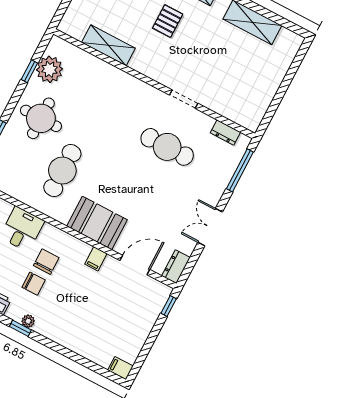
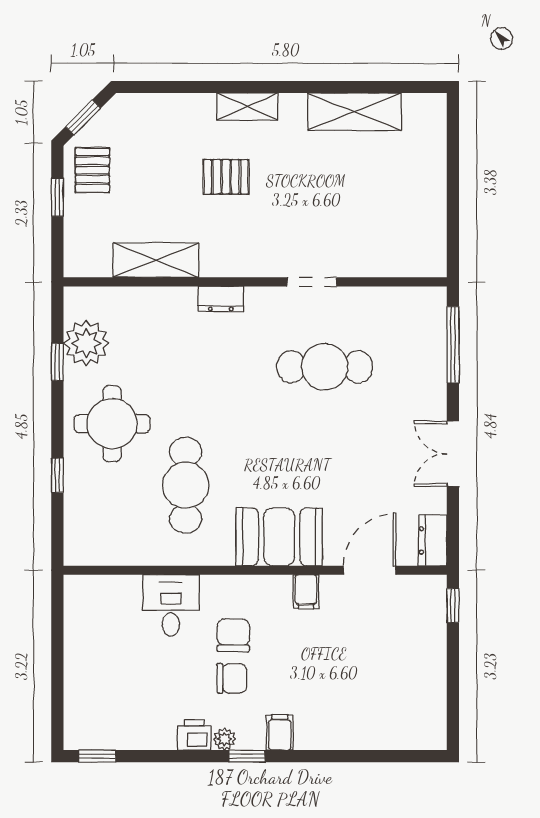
pallet: (168, 21) -> (226, 177), turned 90
dresser: (225, 132) -> (221, 299), moved
plant: (28, 321) -> (224, 739), moved
filing cabinet: (120, 368) -> (280, 732), moved, turned 90

